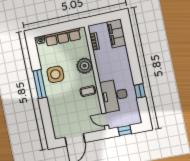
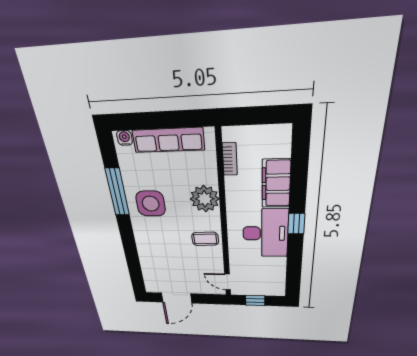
filing cabinet: (116, 33) -> (276, 184), moved
window: (40, 84) -> (117, 192), moved
window: (140, 91) -> (296, 224), moved
desk: (114, 95) -> (265, 233), moved, turned 180

